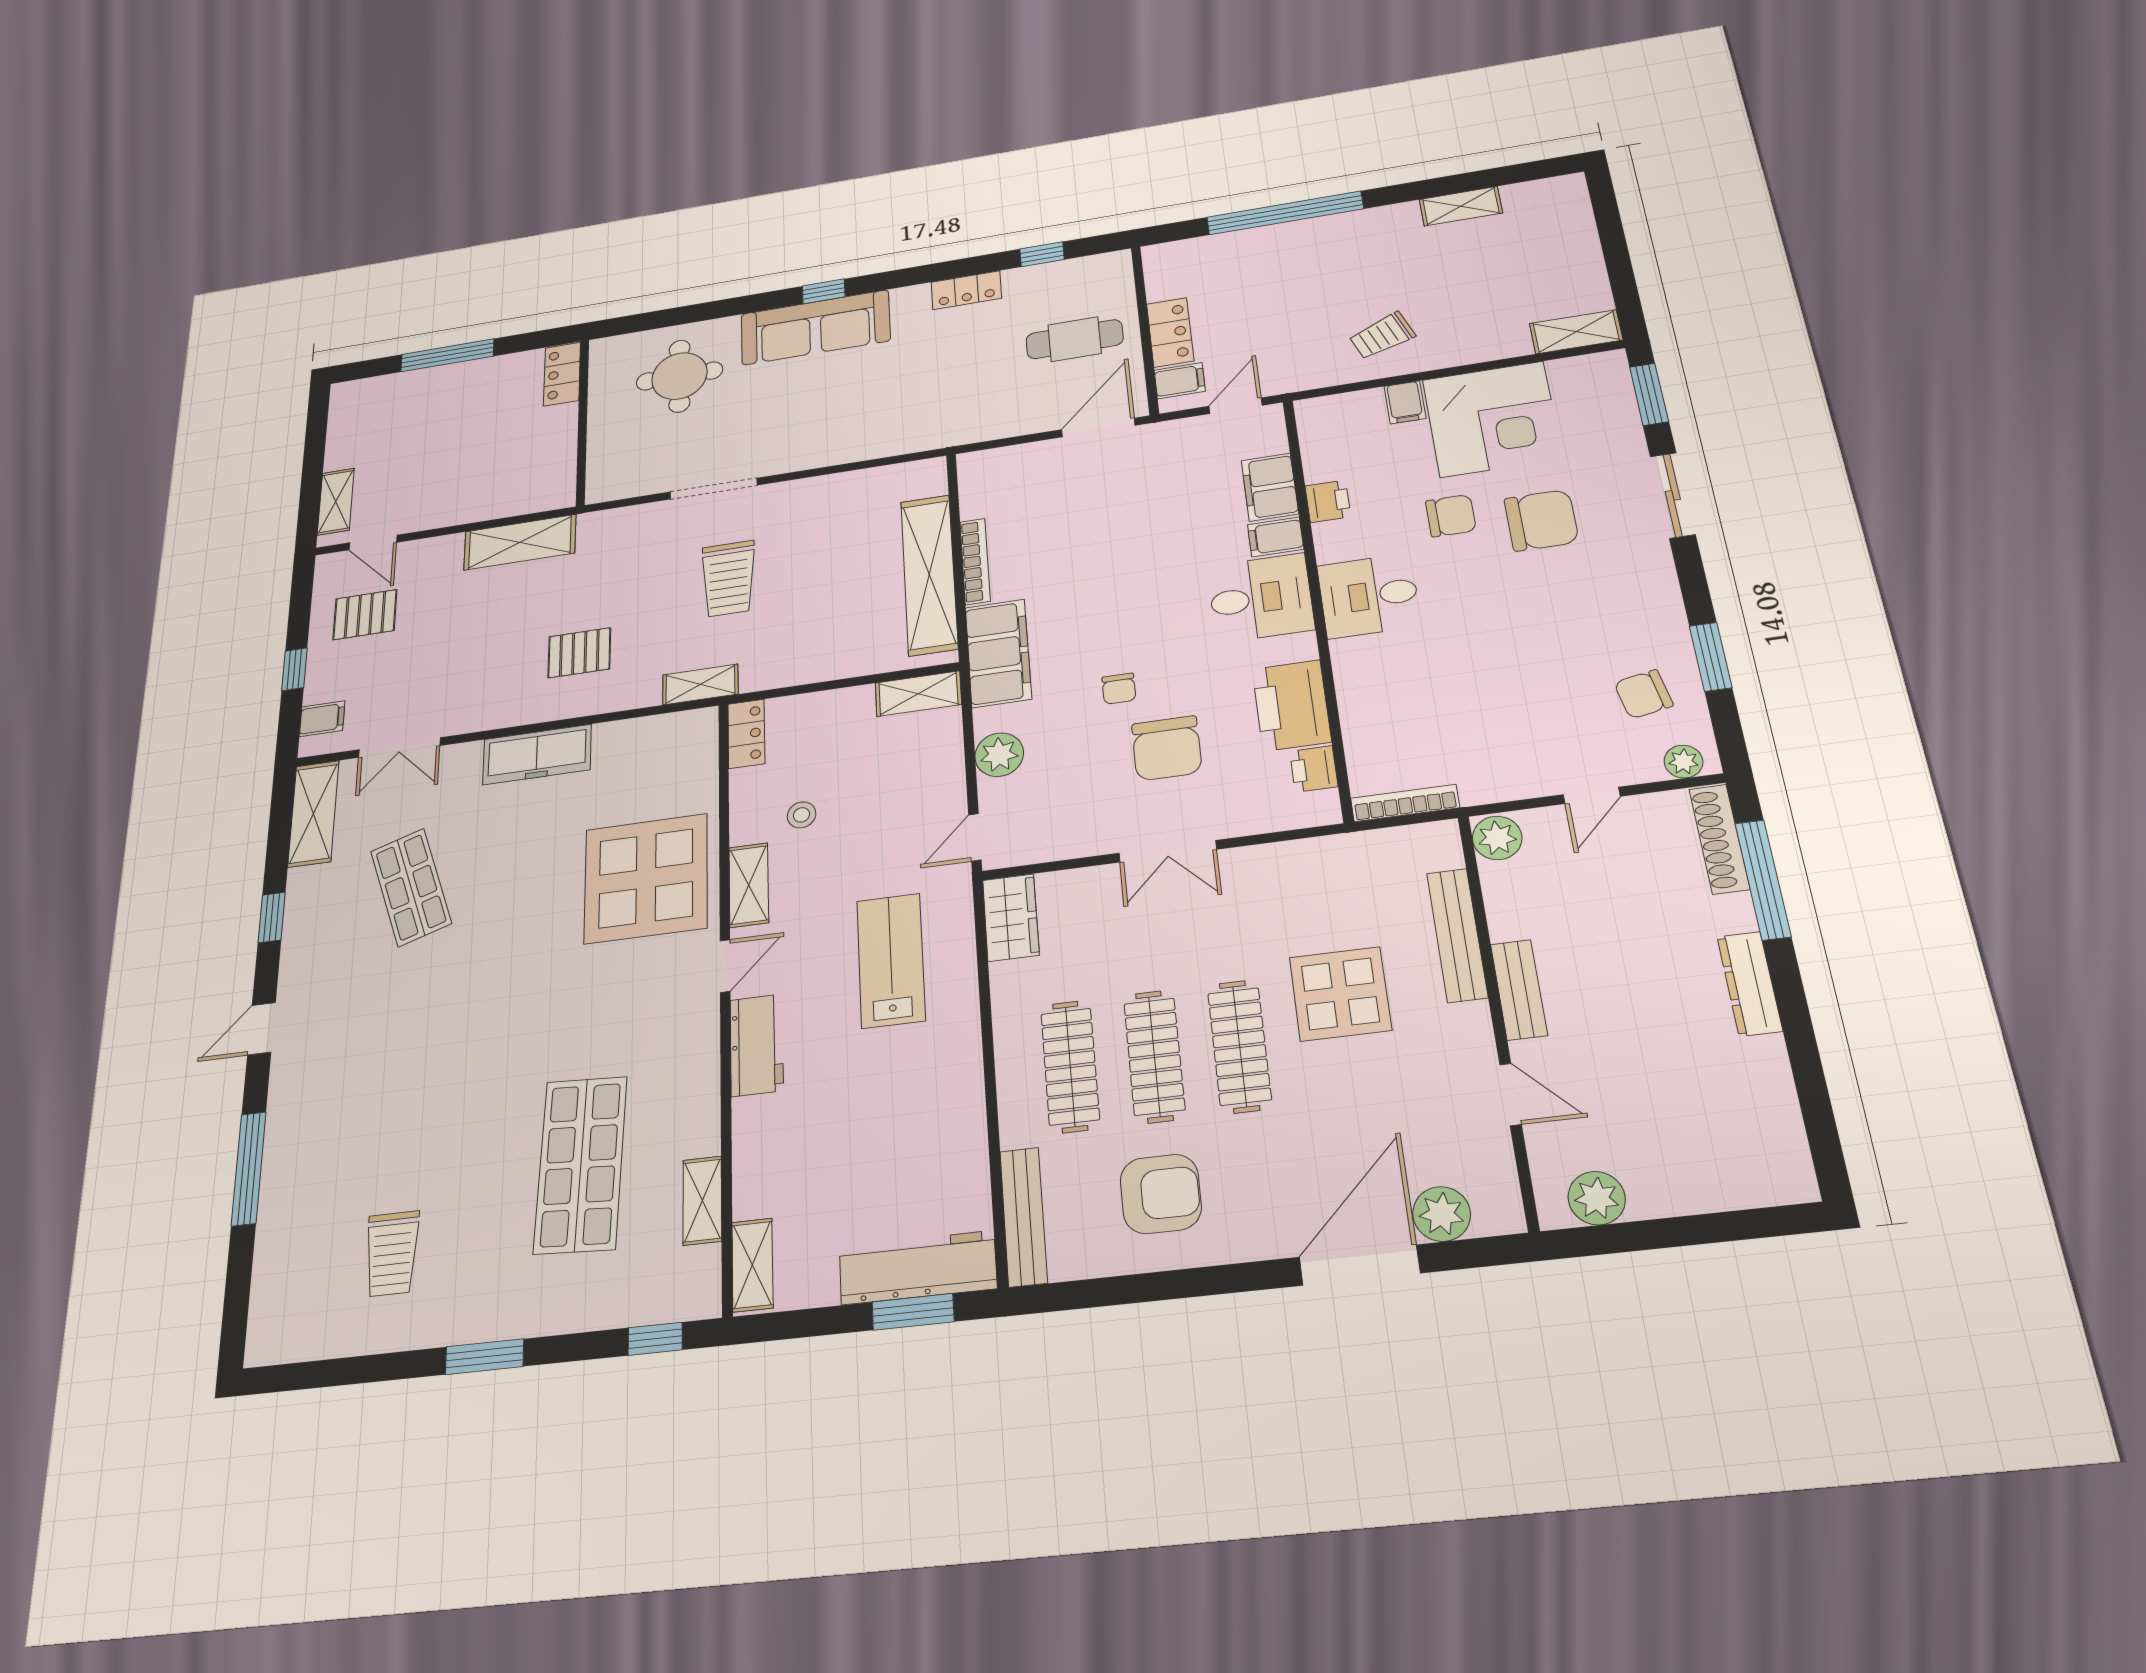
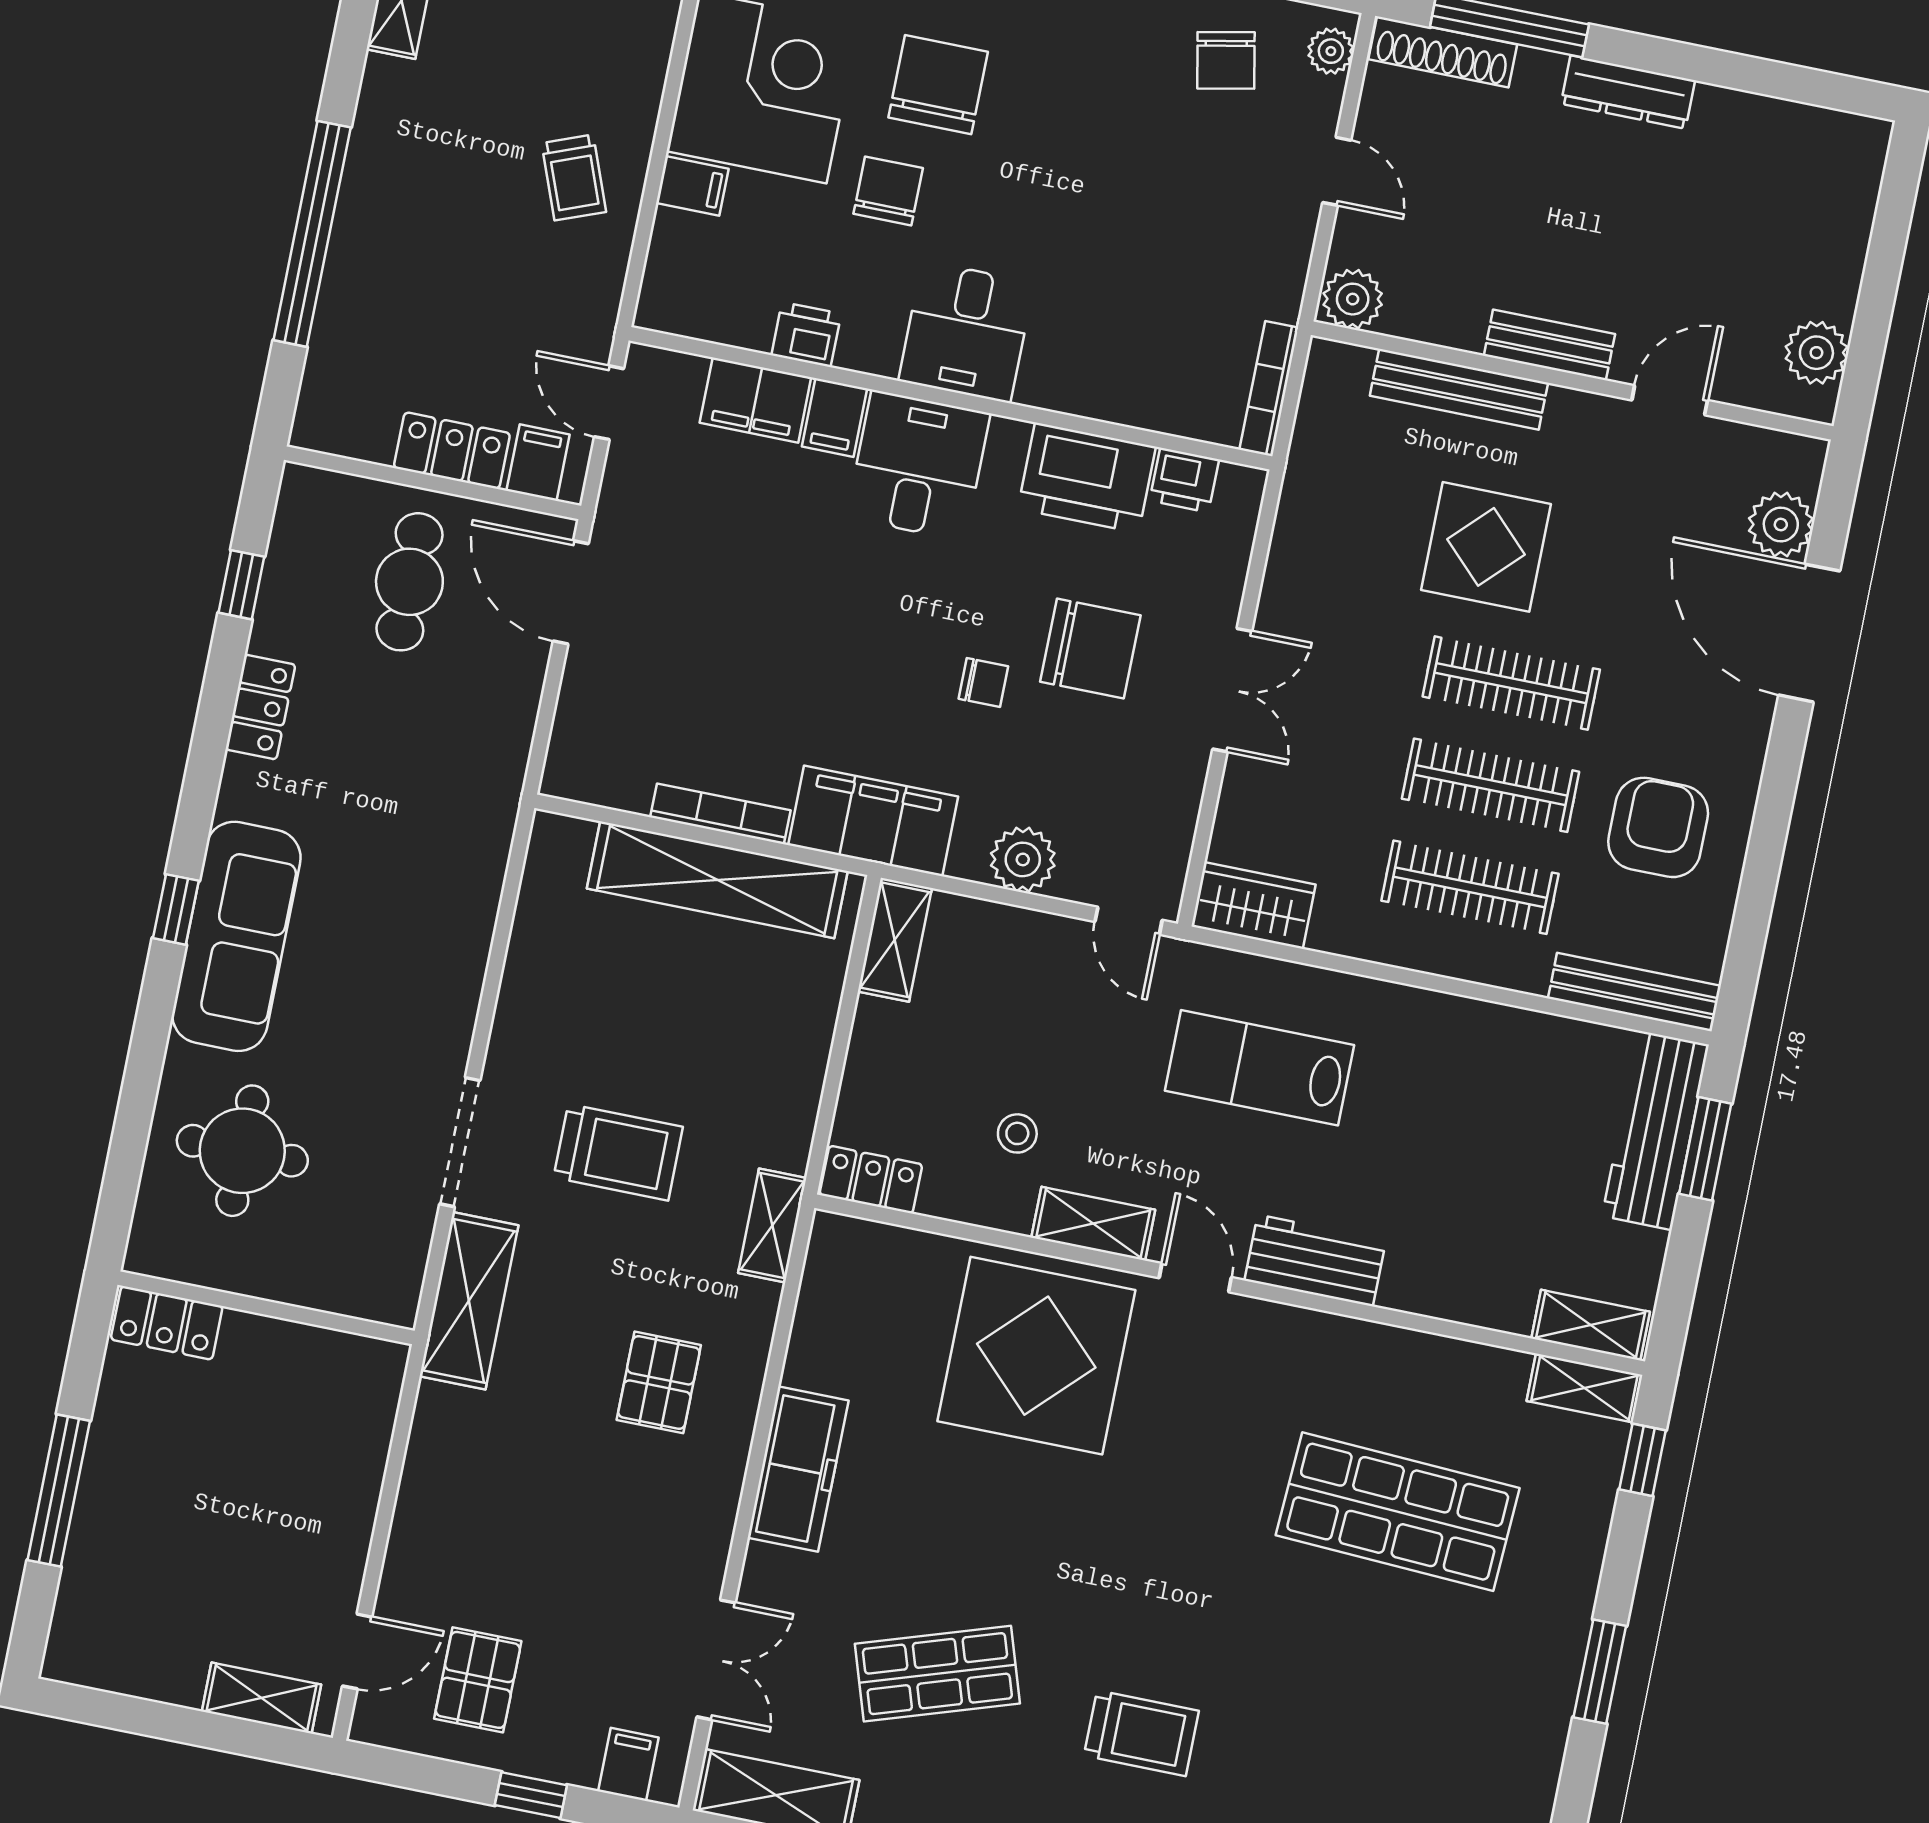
shelving: (520, 542) -> (469, 1301), moved
shelving: (702, 1200) -> (1585, 1388), moved
trolley: (392, 1254) -> (1141, 1733), moved

